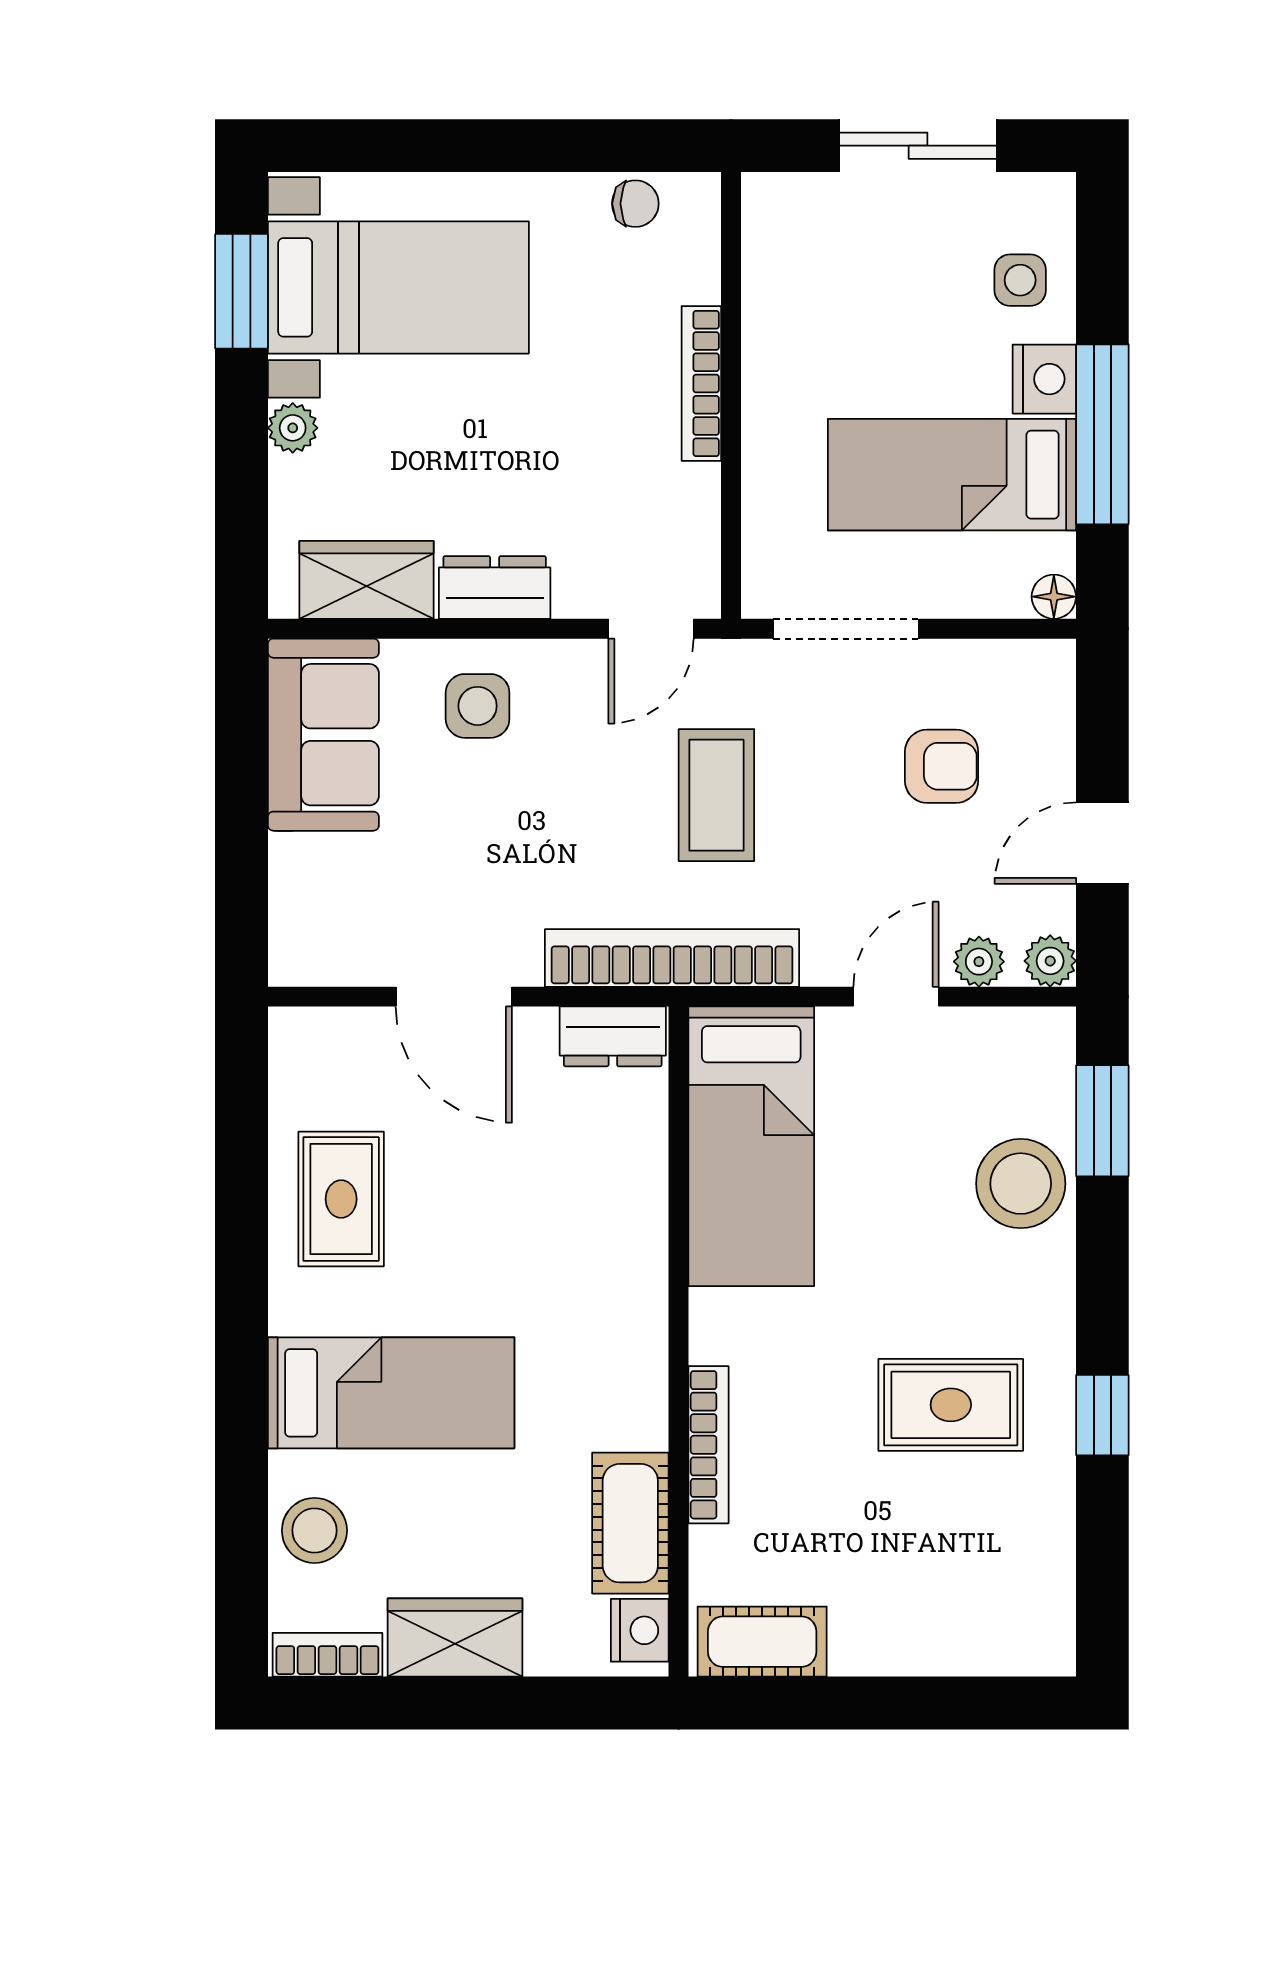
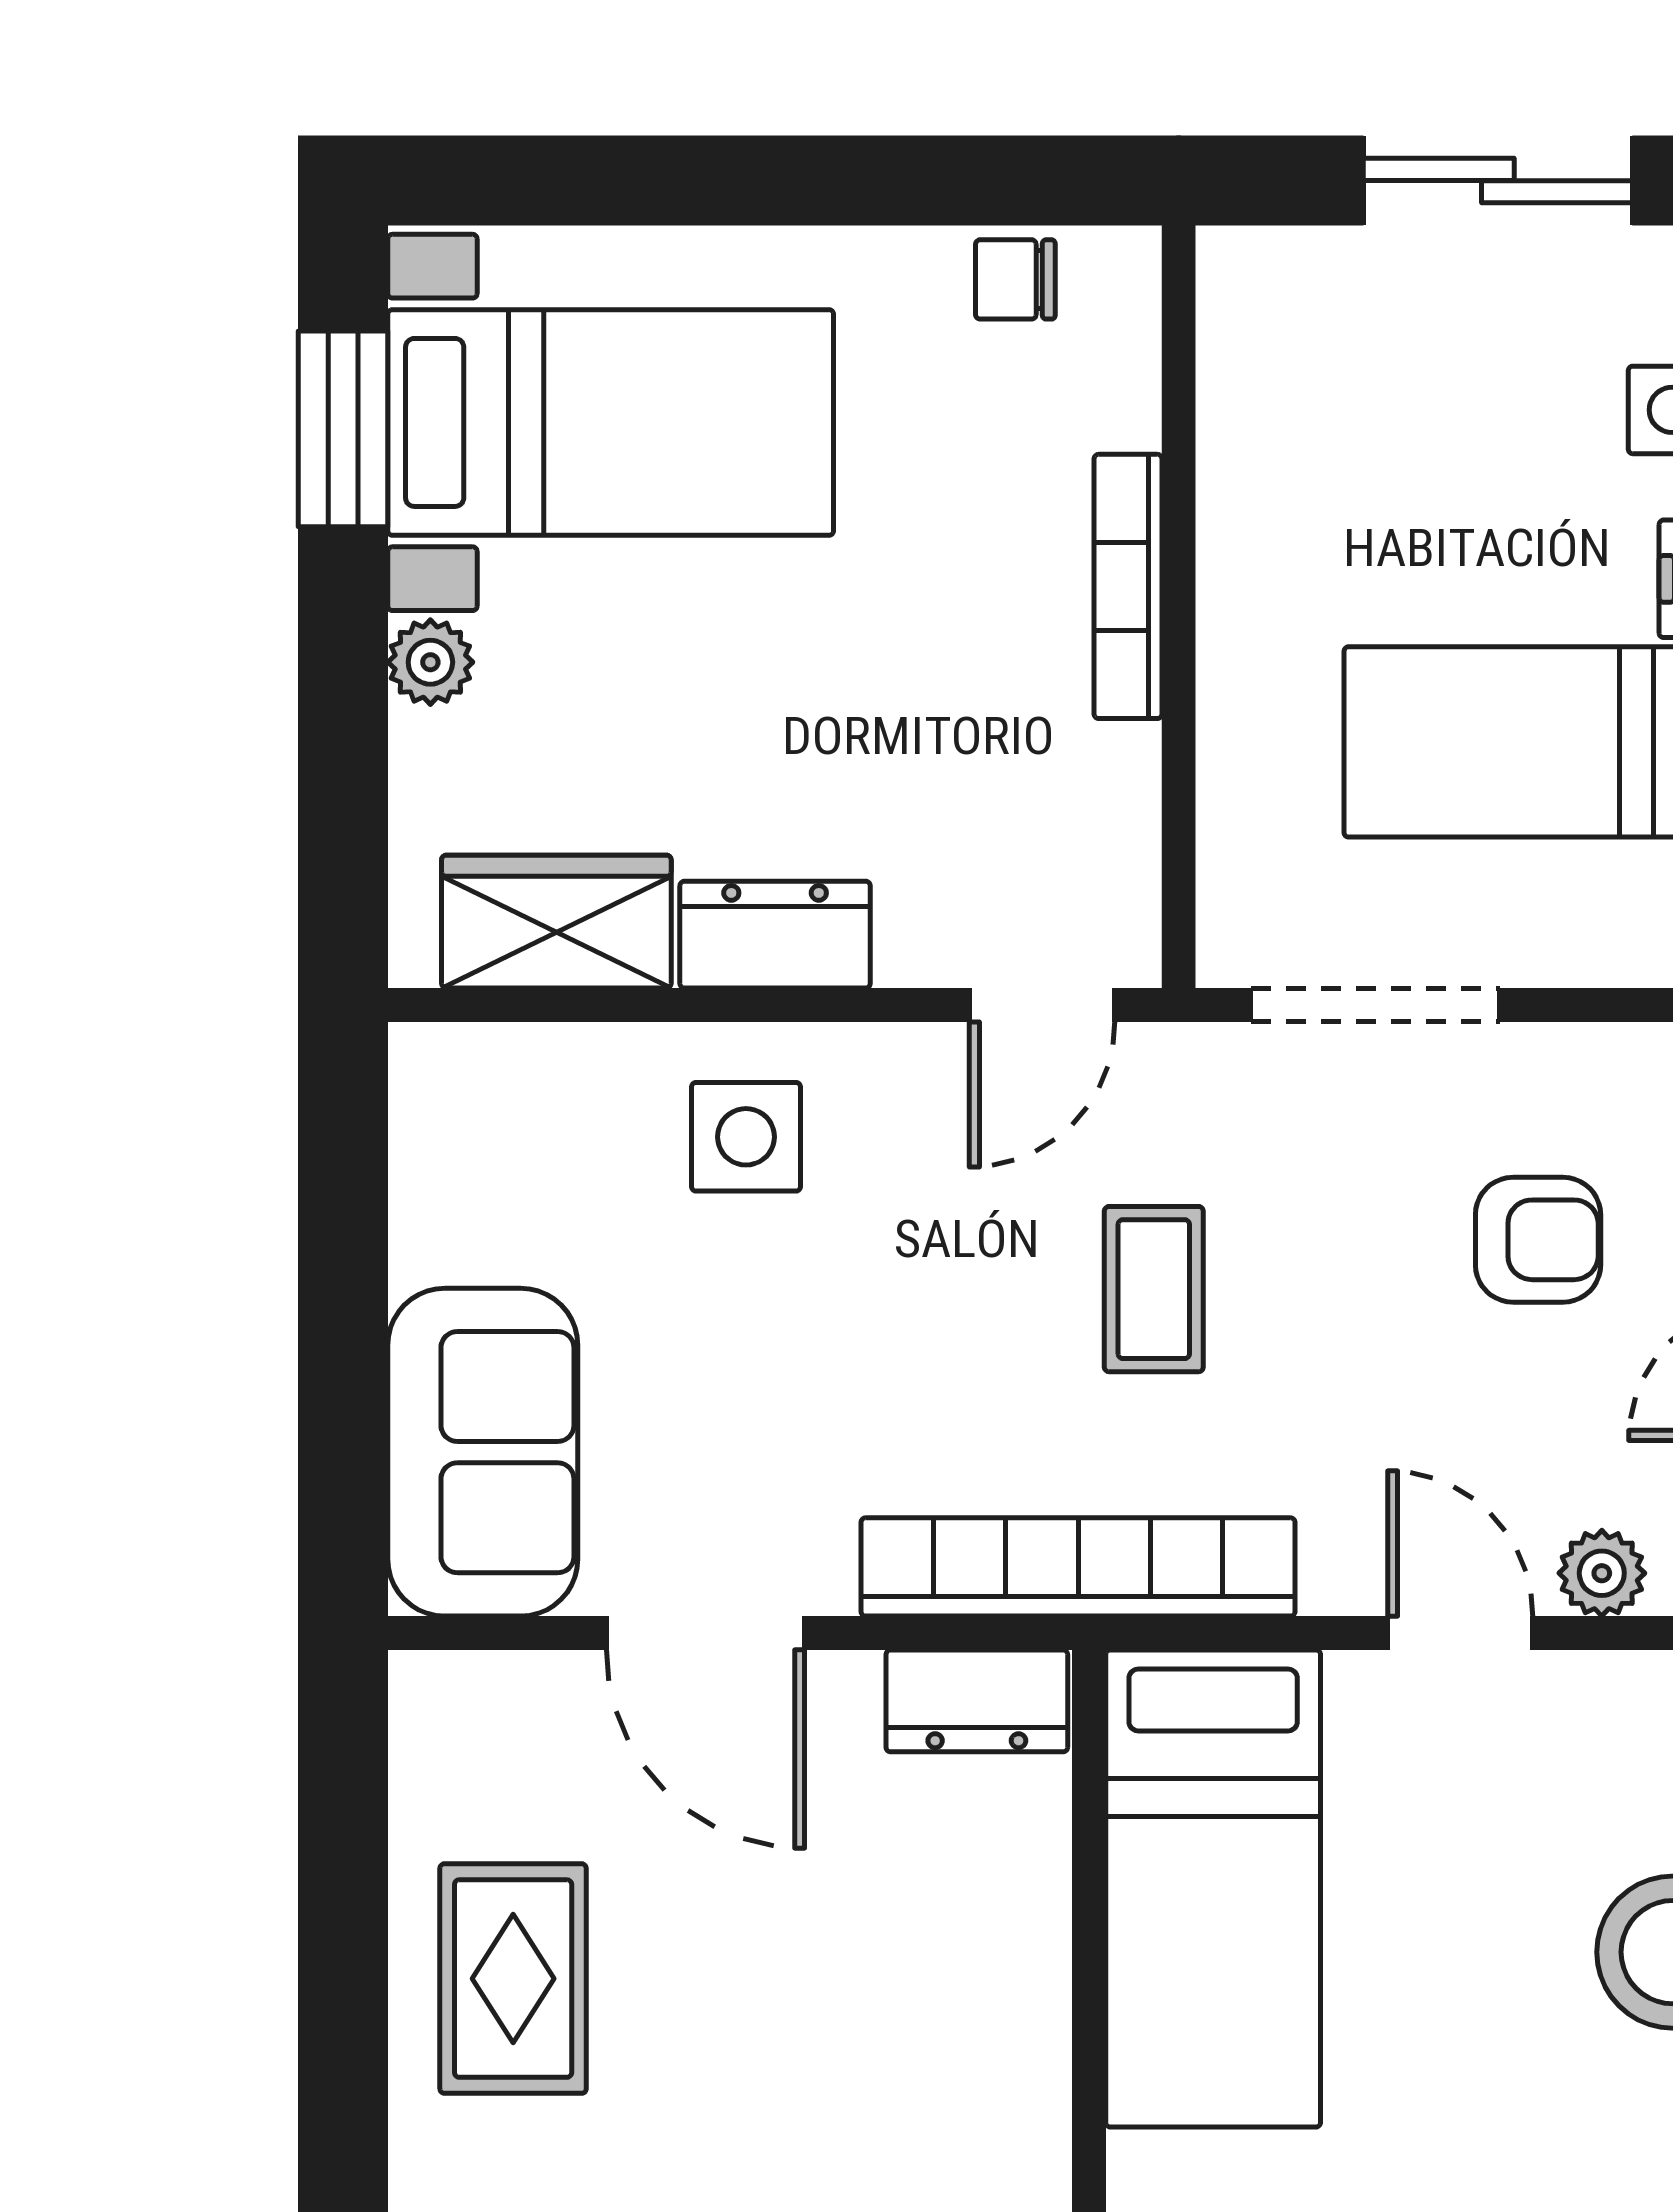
chair: (635, 204) -> (1015, 279), turned 180
sofa: (323, 735) -> (483, 1452), moved
coffee table: (716, 795) -> (1154, 1289), width x0.73, depth x0.77
door: (896, 997) -> (1460, 1633), hinge flipped

